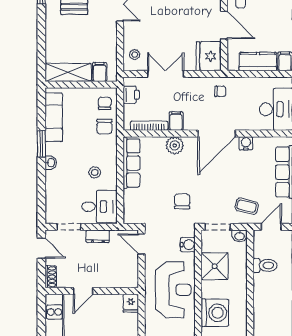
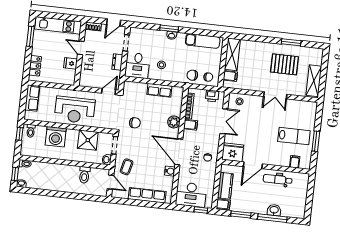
window: (41, 144) -> (169, 29), moved
row of seats: (131, 163) -> (159, 90), width x0.68
water cooler: (188, 245) -> (105, 123), removed
fridge: (131, 303) -> (71, 63), moved

